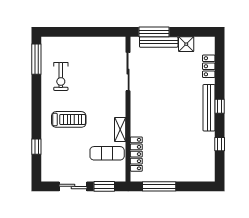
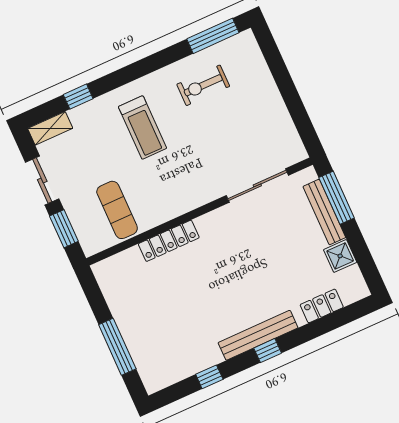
shelving: (120, 129) -> (50, 128), moved
locker: (136, 154) -> (169, 241), moved
window: (159, 186) -> (117, 347), moved

